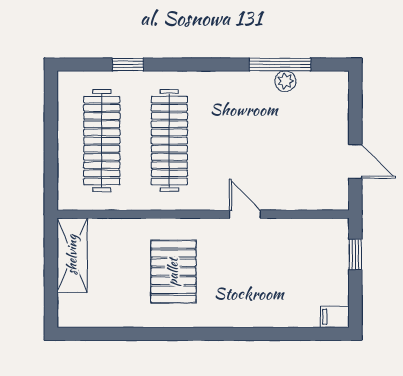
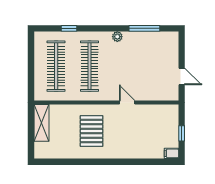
plant: (285, 81) -> (117, 37), moved
window: (355, 254) -> (182, 133), moved

